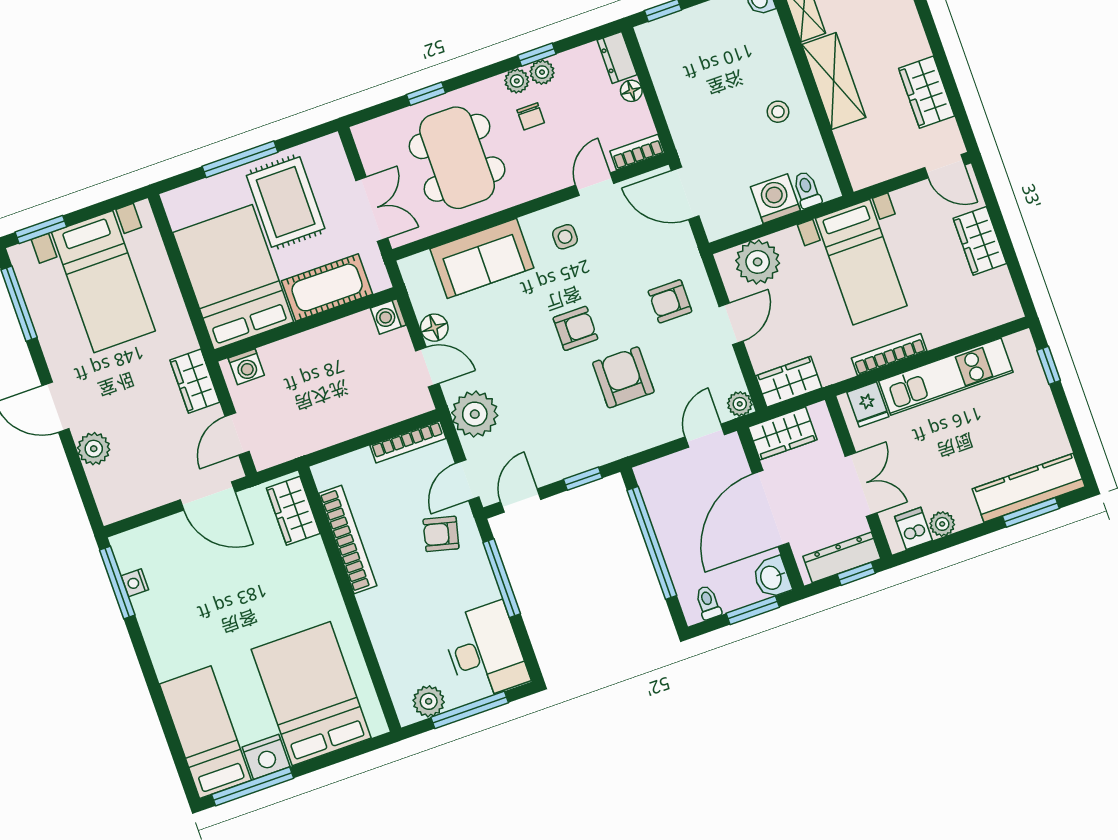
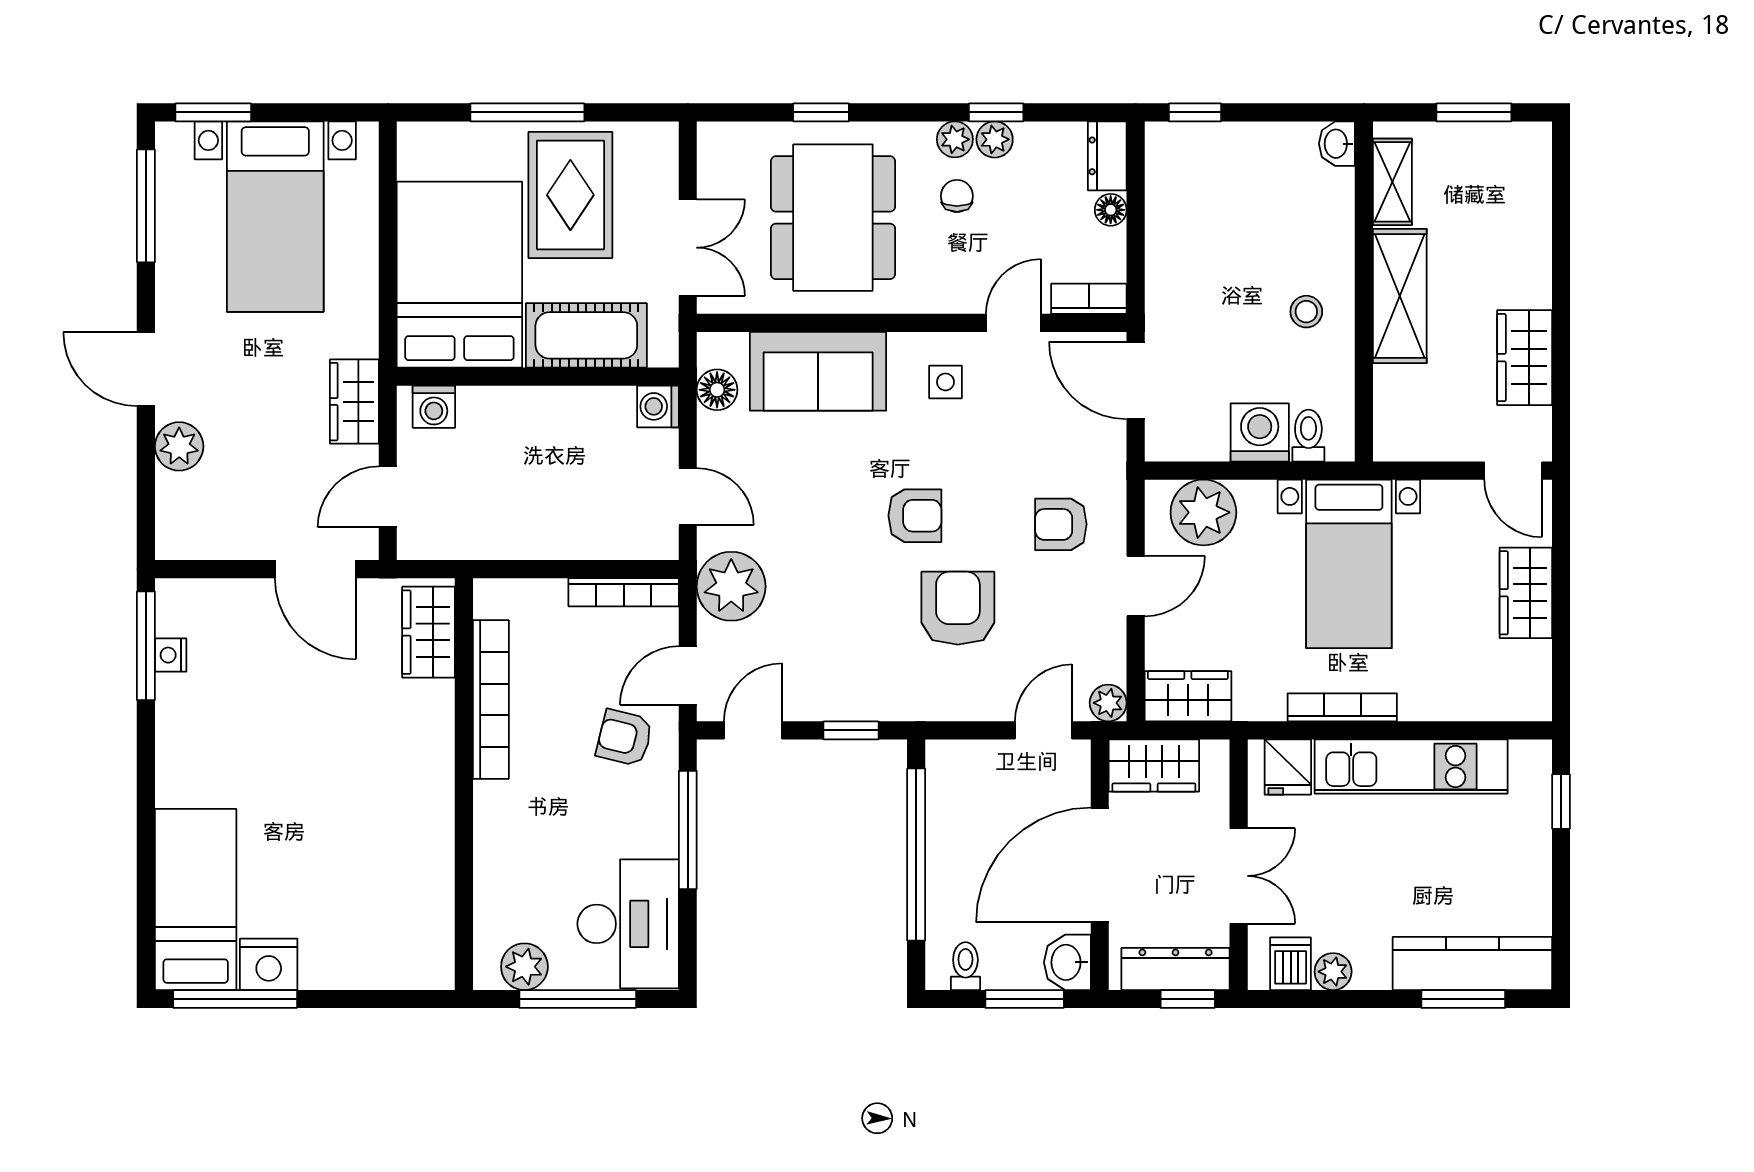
chair: (531, 116) -> (957, 196), turned 180
floor lamp: (434, 328) -> (717, 390), moved
bed: (311, 694) -> (363, 898), removed

